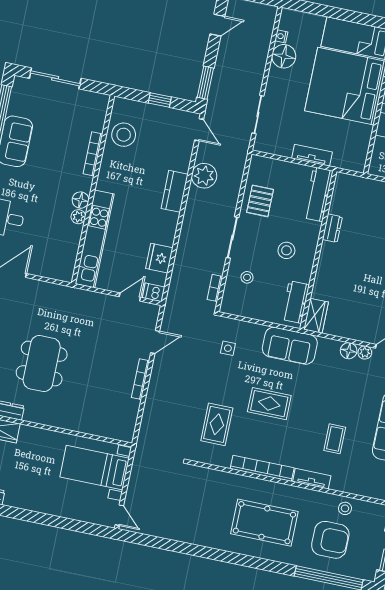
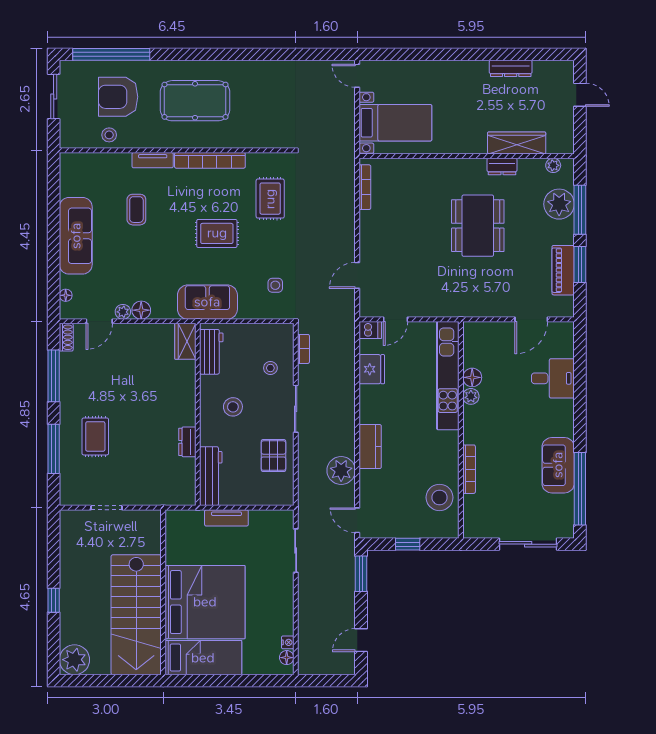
floor lamp: (284, 56) -> (287, 658), moved, width x0.53, depth x0.53
floor lamp: (81, 200) -> (472, 377), moved
bookcase: (141, 379) -> (365, 187), moved

